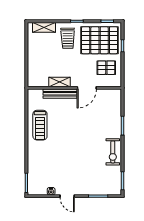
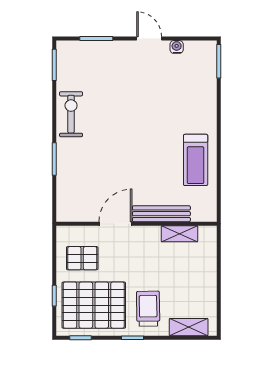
shelving: (59, 82) -> (179, 234), moved
treadmill: (40, 125) -> (196, 160), turned 180

